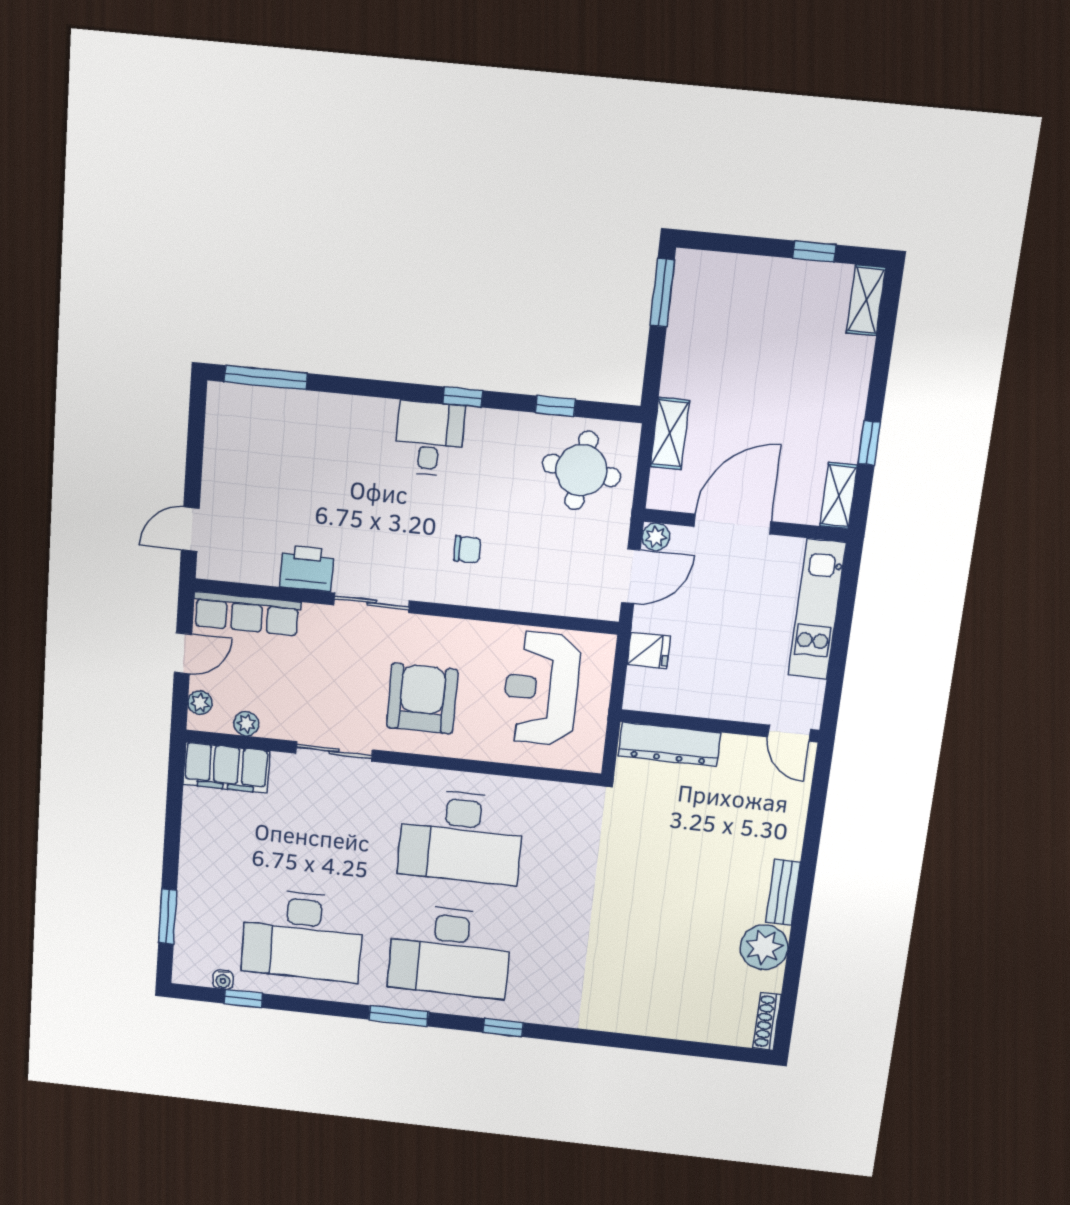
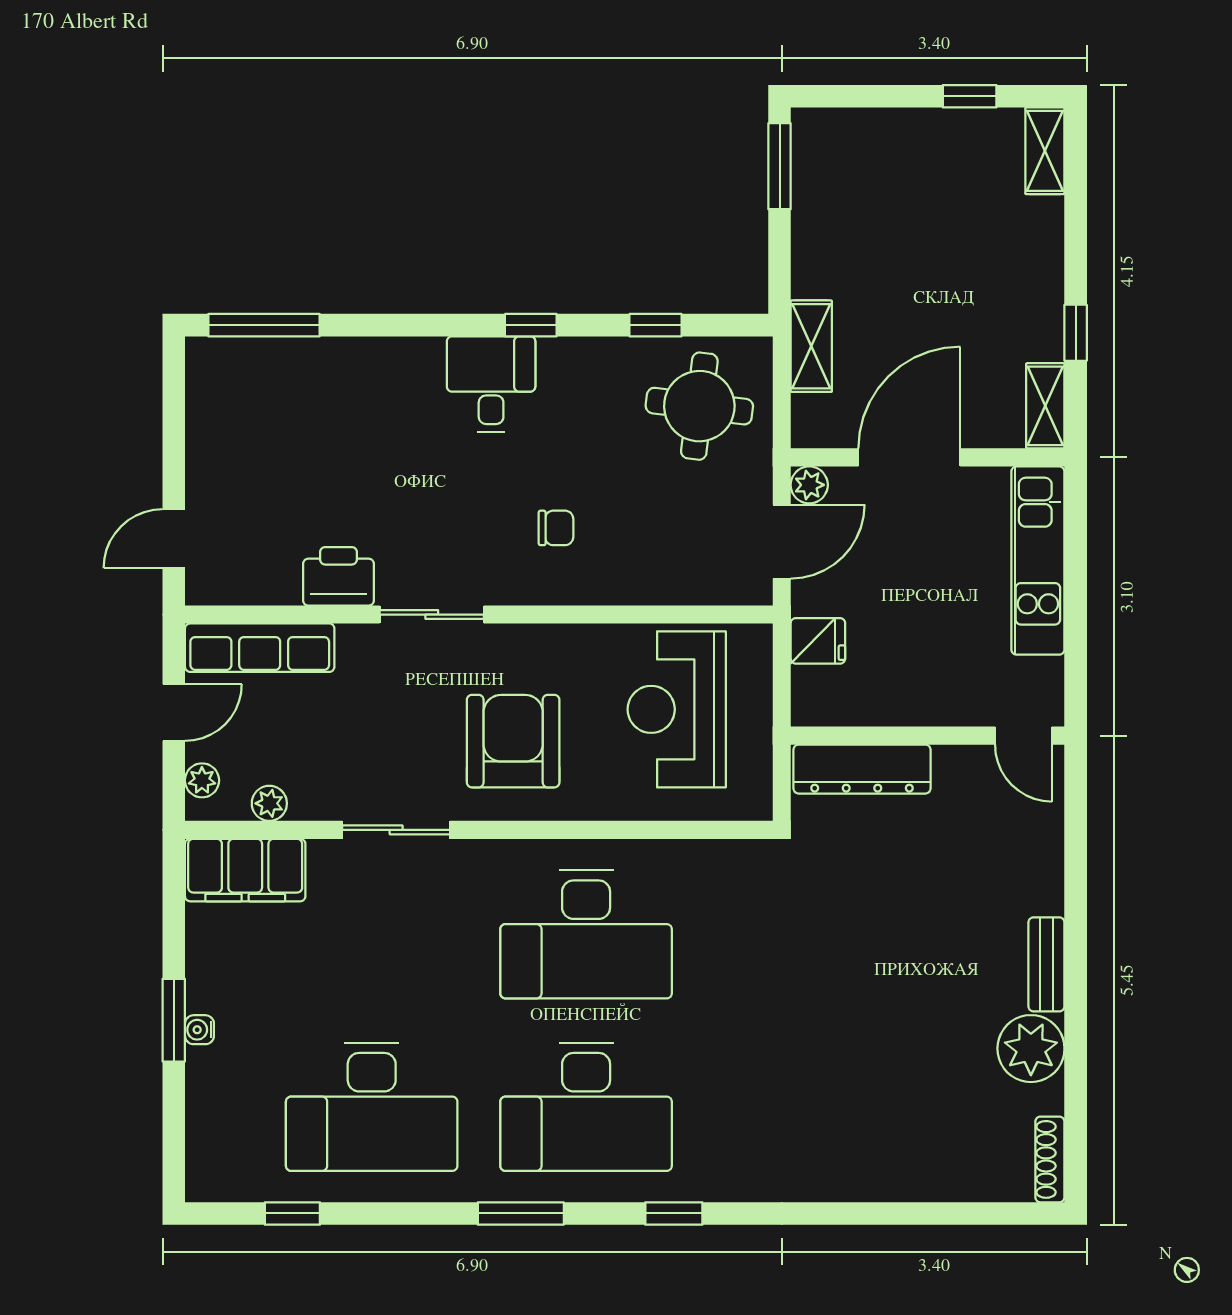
window: (167, 917) -> (174, 1020), moved
water cooler: (223, 980) -> (199, 1030), moved, turned 90

